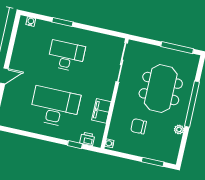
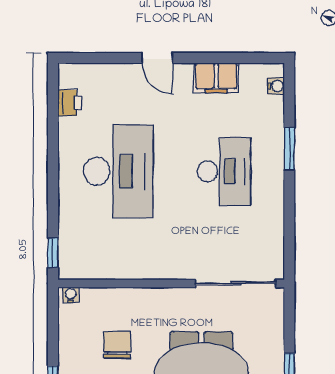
filing cabinet: (101, 111) -> (216, 78), moved, turned 180
printer: (87, 139) -> (70, 103), moved
window: (75, 145) -> (53, 253), moved

